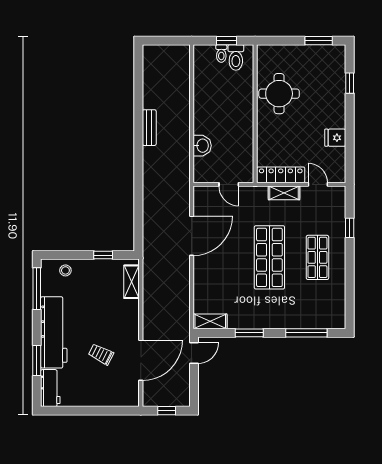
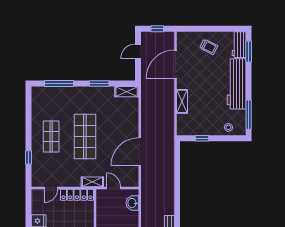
washbasin: (202, 146) -> (132, 203), moved
door: (318, 184) -> (51, 188), hinge flipped
shelving: (284, 193) -> (92, 182), moved
shelving: (132, 282) -> (182, 101), moved
door: (194, 353) -> (138, 51), moved
trolley: (101, 354) -> (209, 47), moved
window: (37, 361) -> (249, 52), moved

